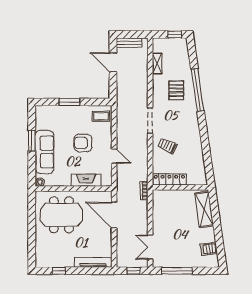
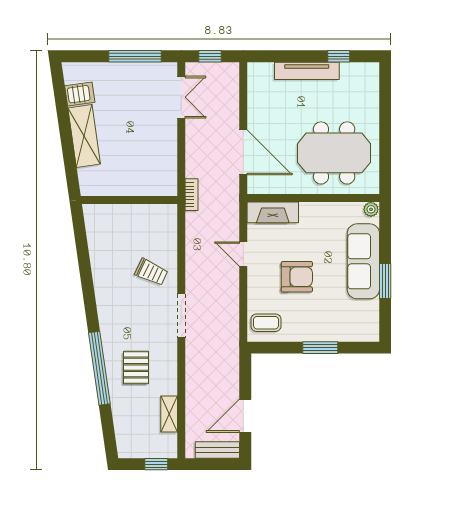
window: (175, 34) -> (156, 464), moved
door: (113, 62) -> (245, 416), swing flipped
fireplace: (86, 180) -> (273, 212), moved
locker: (169, 180) -> (148, 214), removed
shelving: (204, 209) -> (84, 136), moved
tv unit: (93, 262) -> (307, 71), moved

